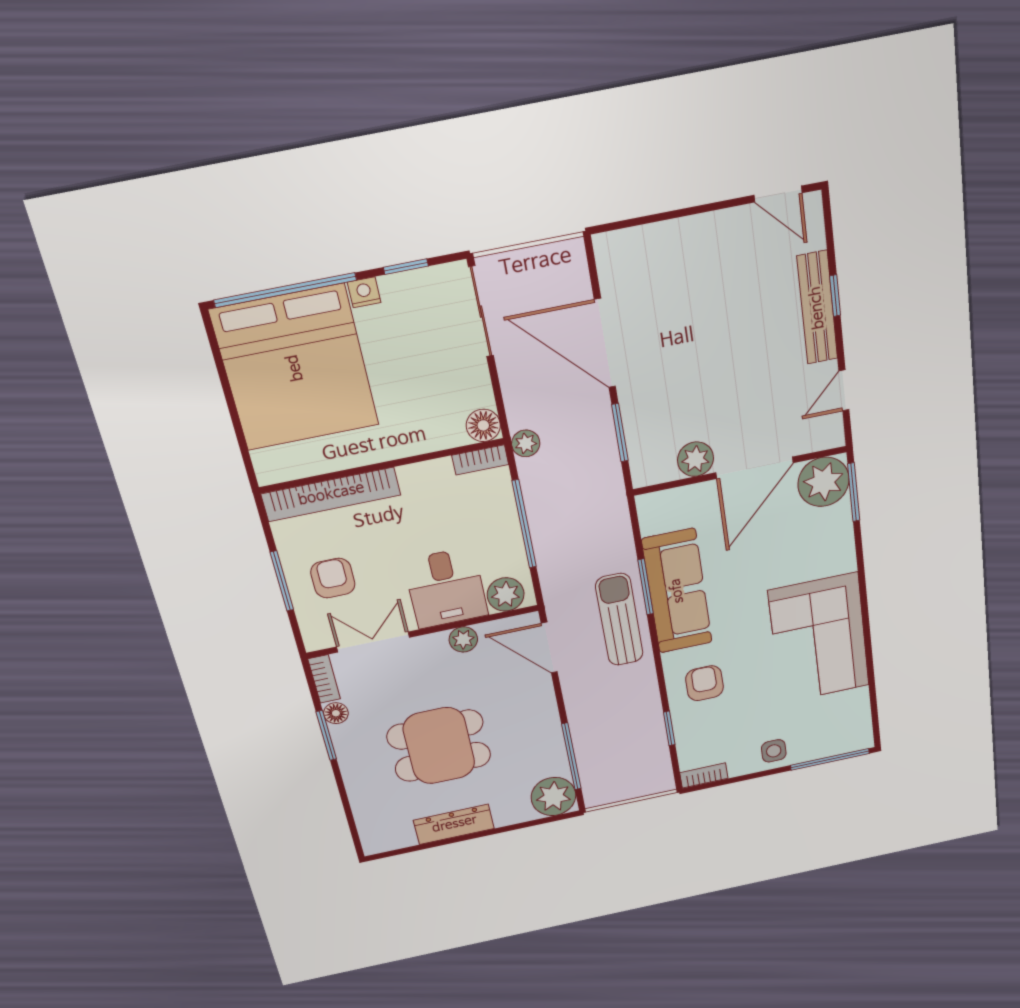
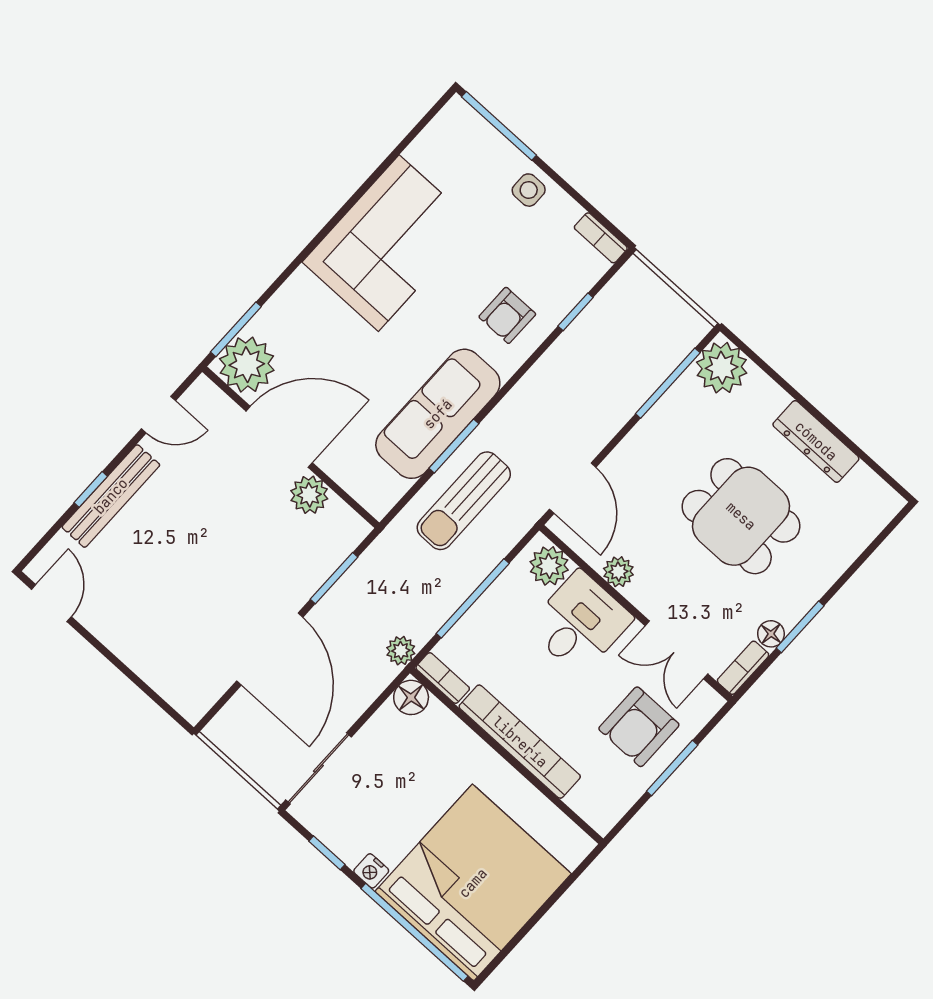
bookcase: (331, 494) -> (520, 742), moved
armchair: (333, 578) -> (639, 727), width x1.38, depth x1.38
sun lounger: (619, 620) -> (464, 501), moved

